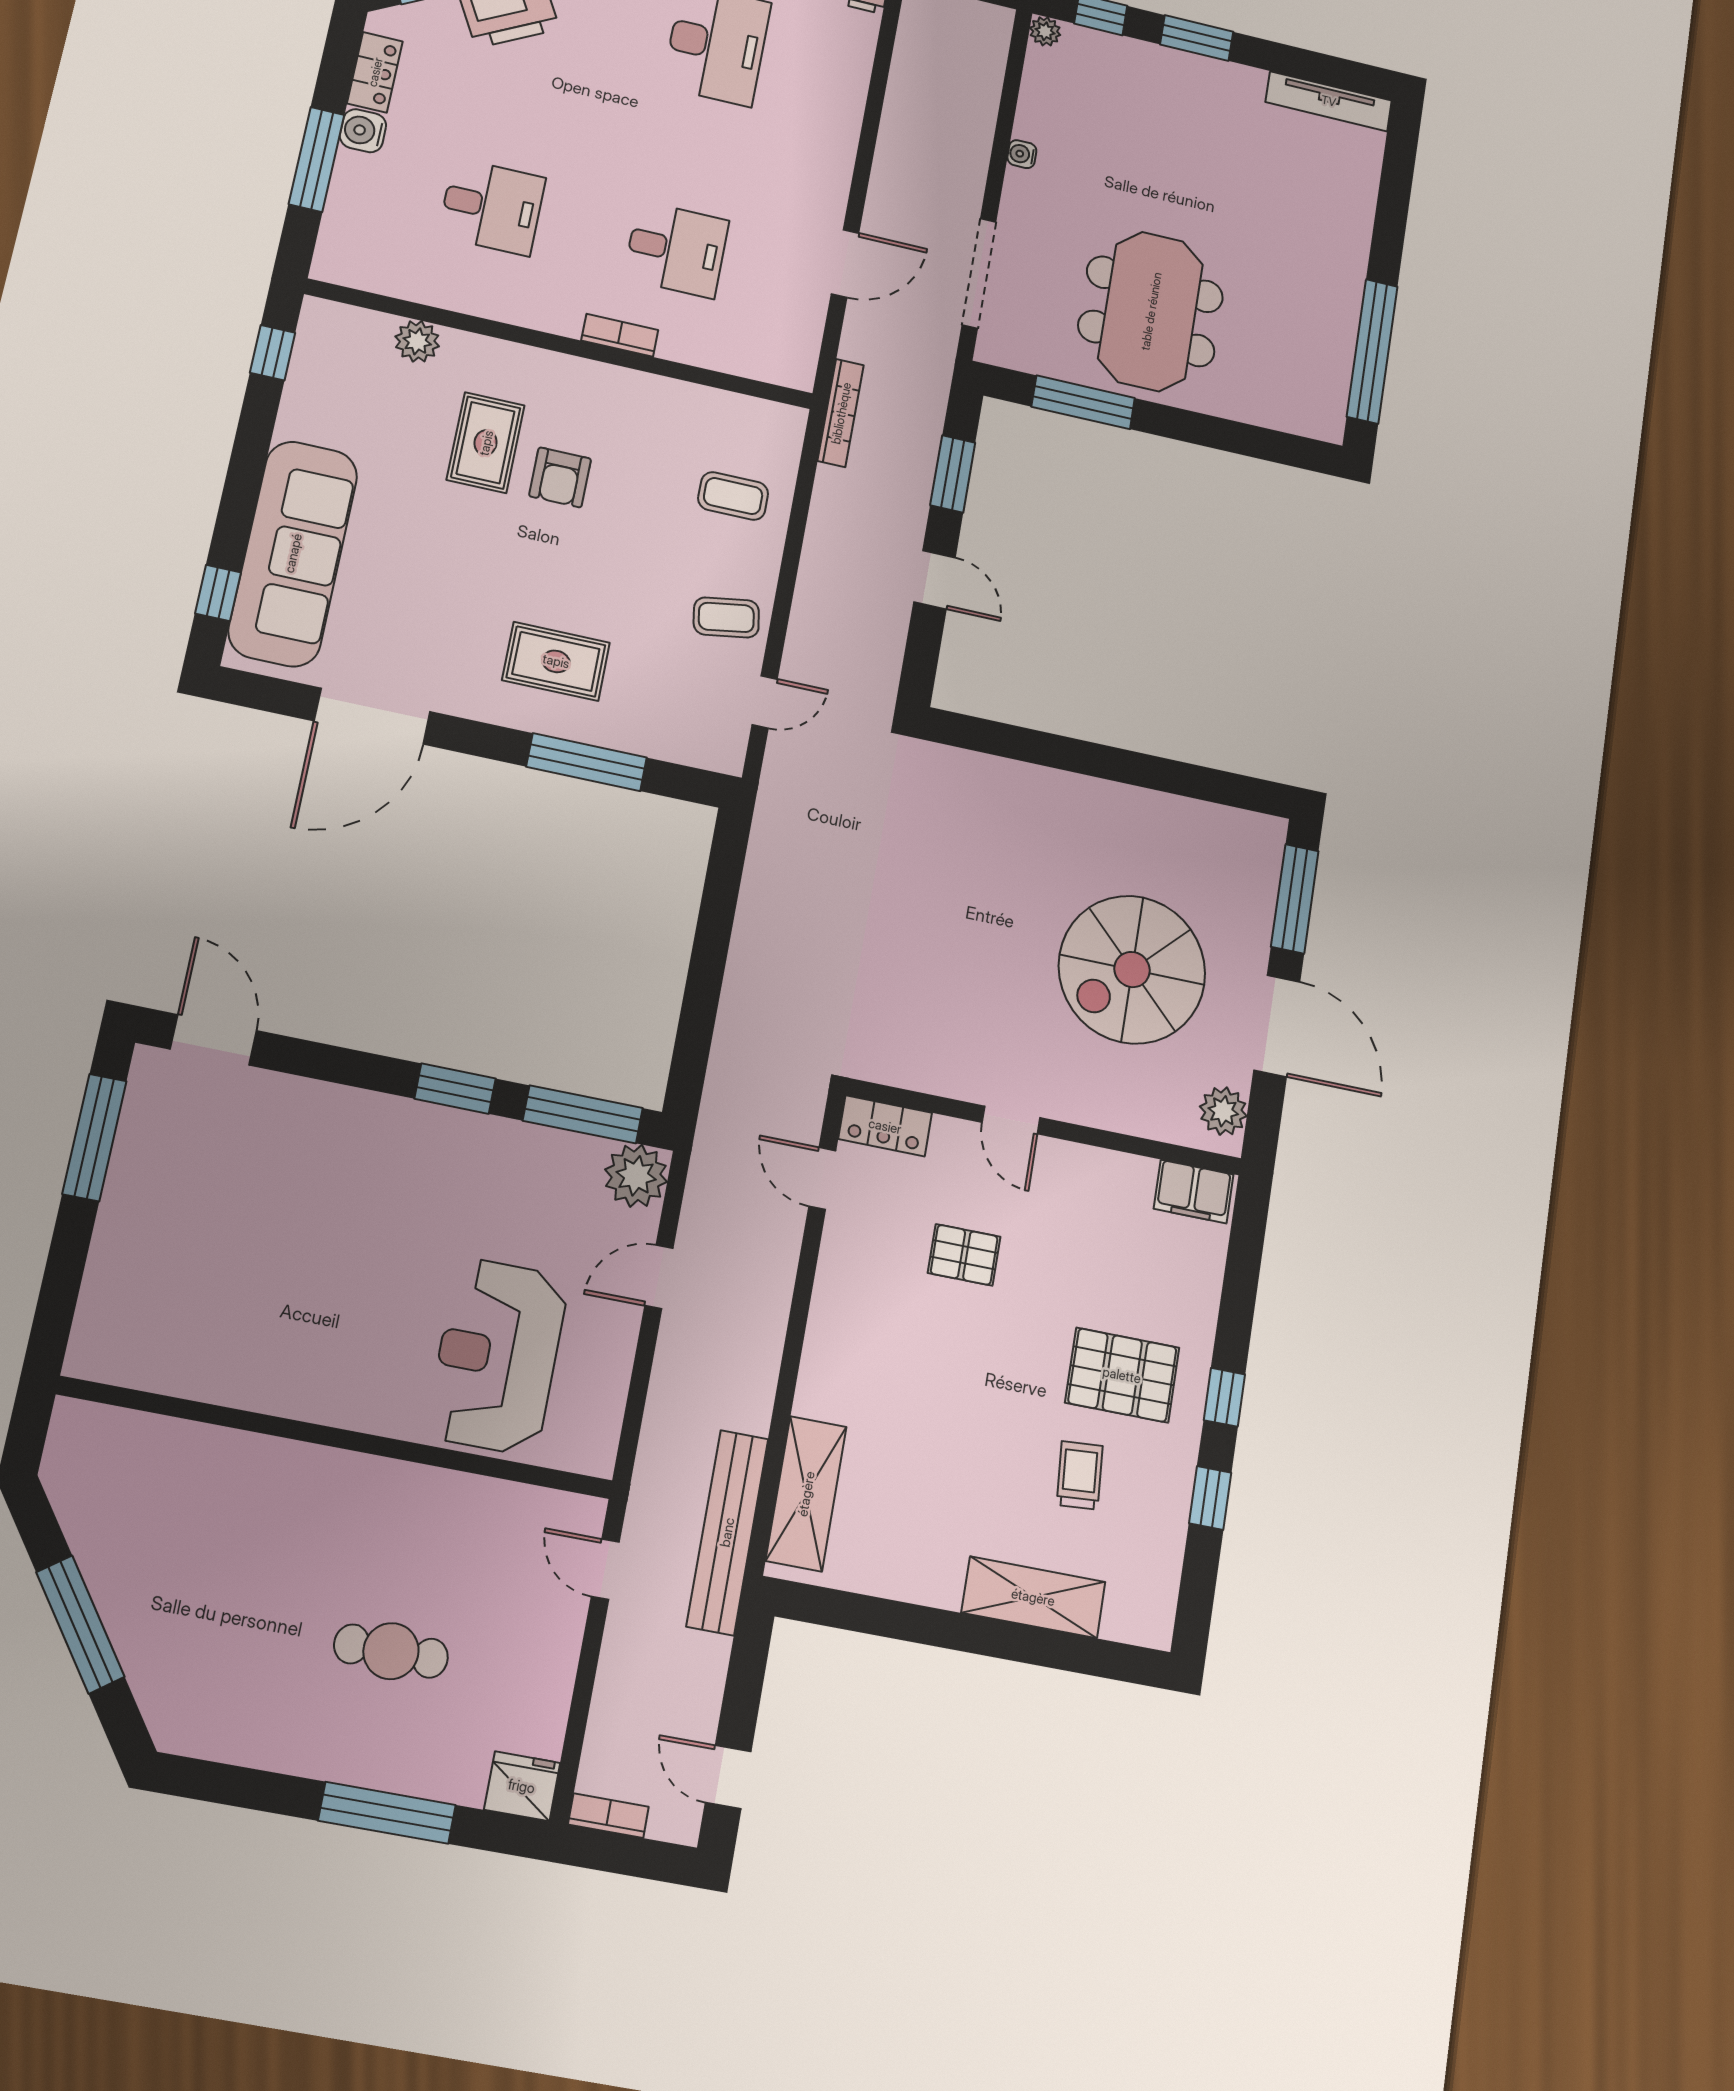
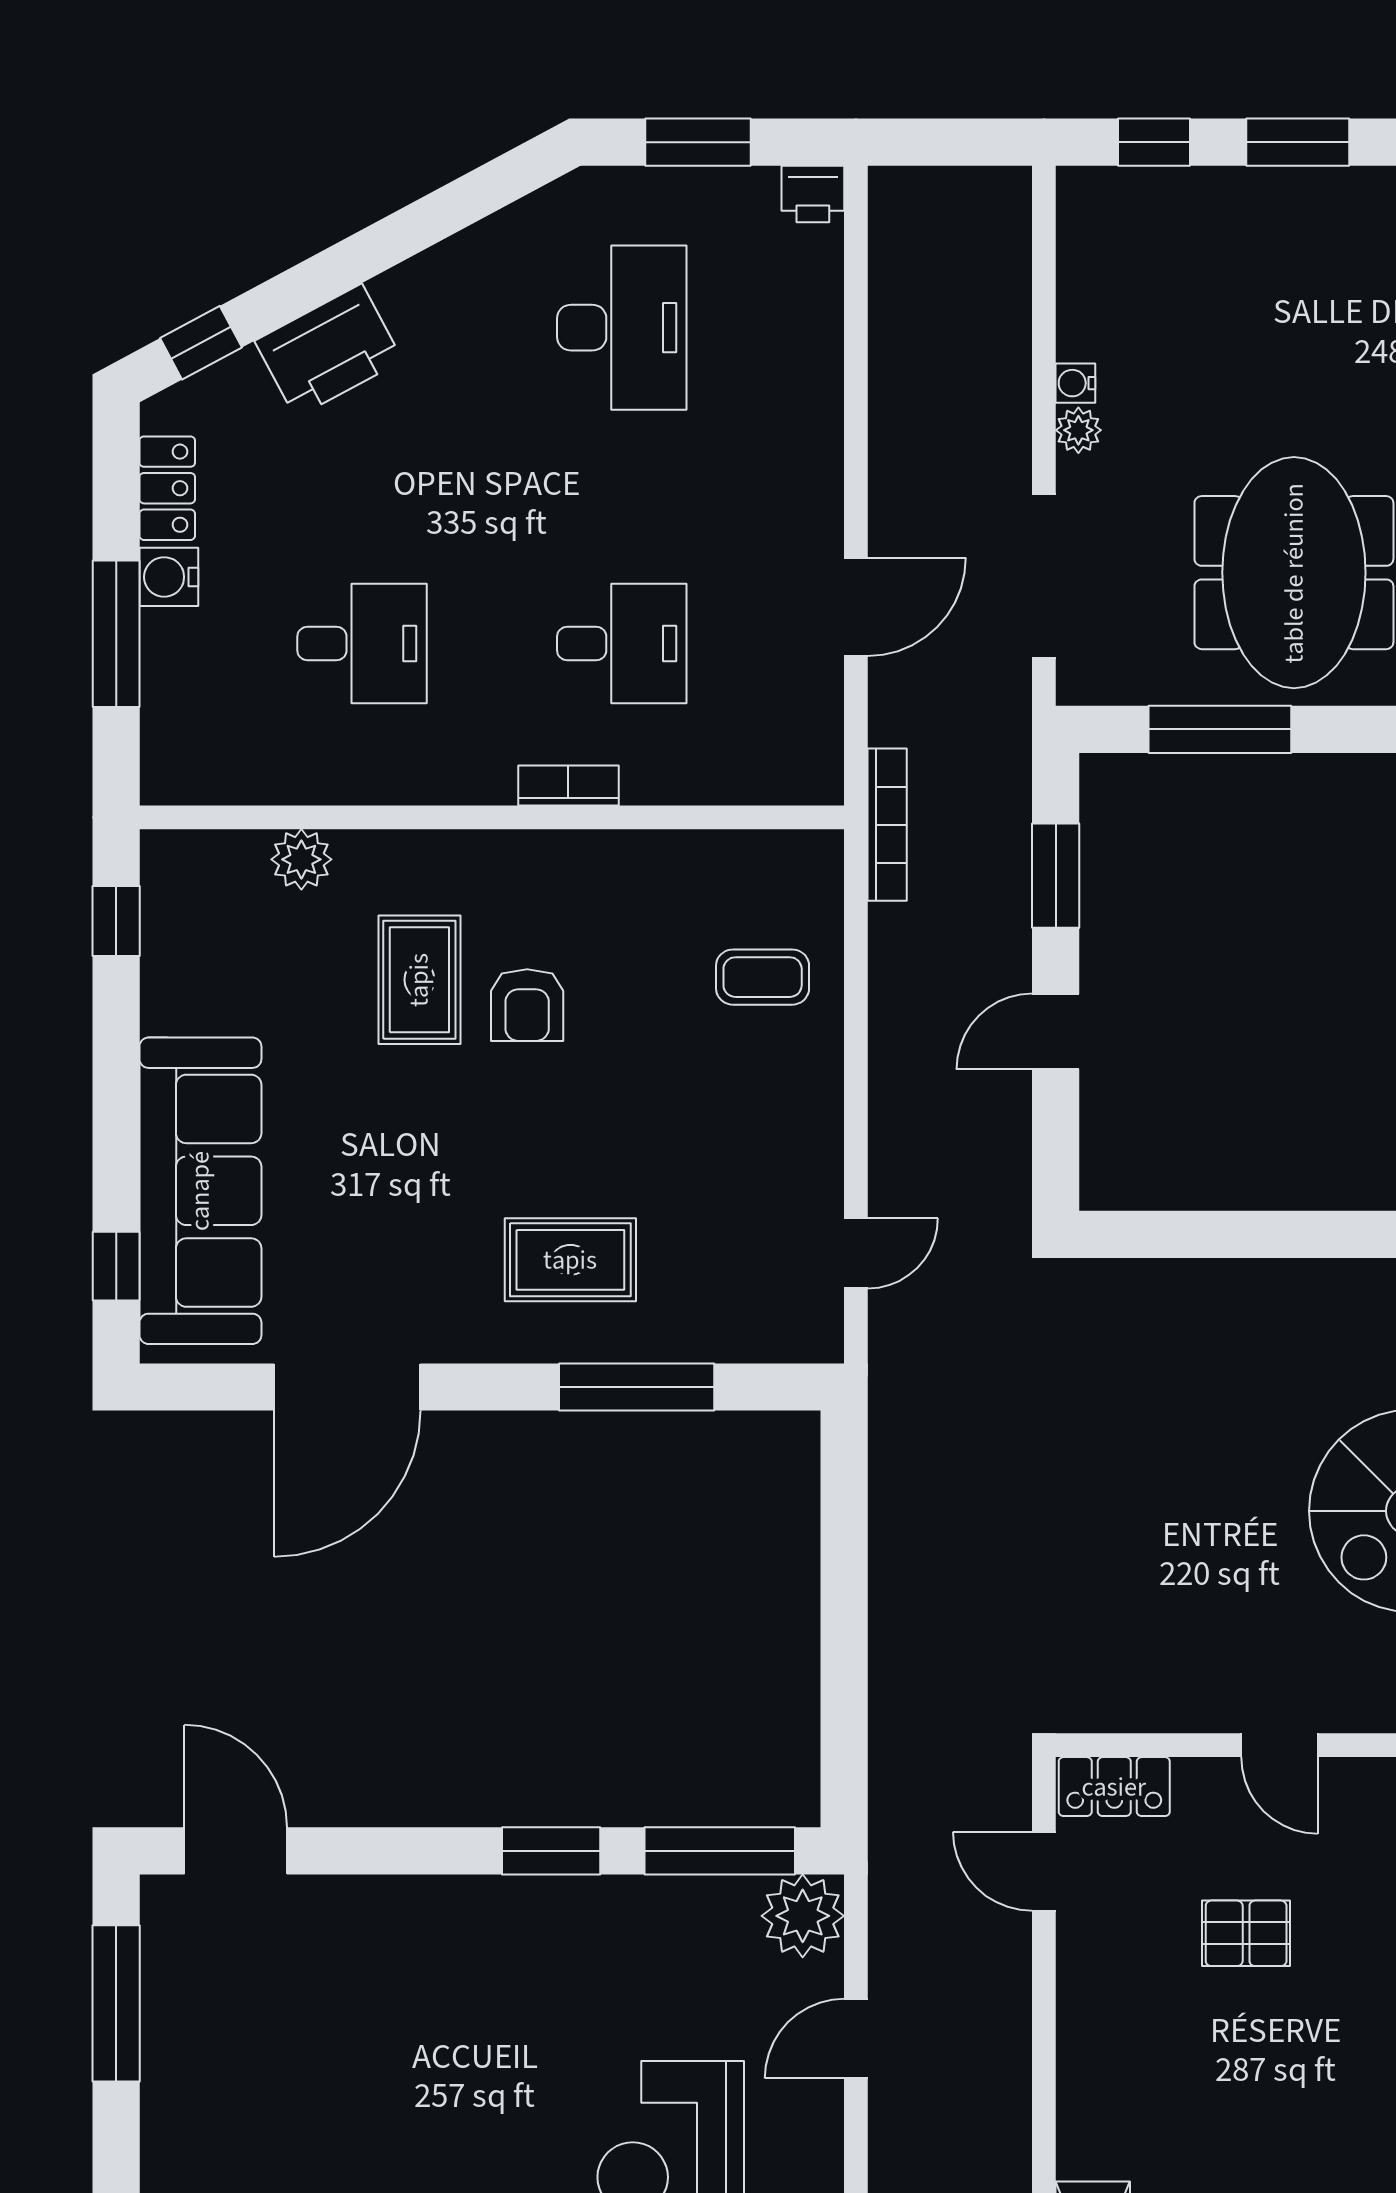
plant: (1045, 31) -> (1078, 430), moved
door: (935, 580) -> (1056, 1032), swing flipped
coffee table: (726, 617) -> (784, 1149), removed

